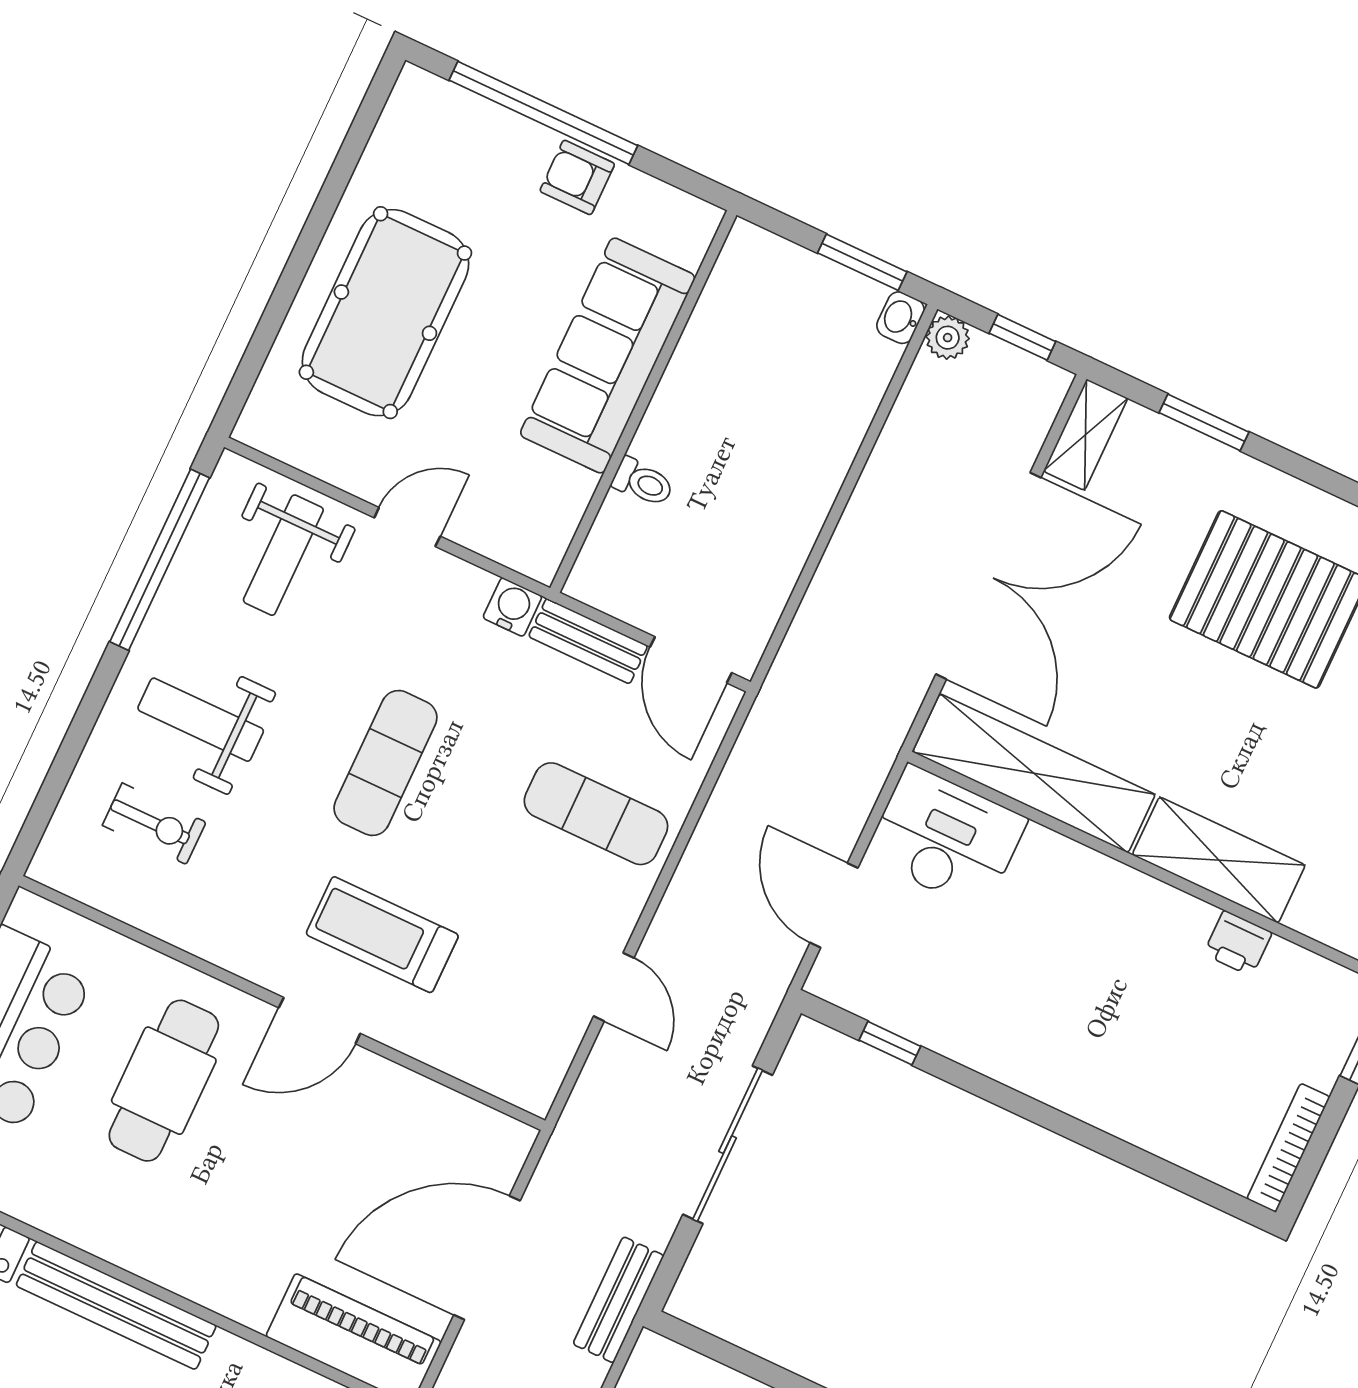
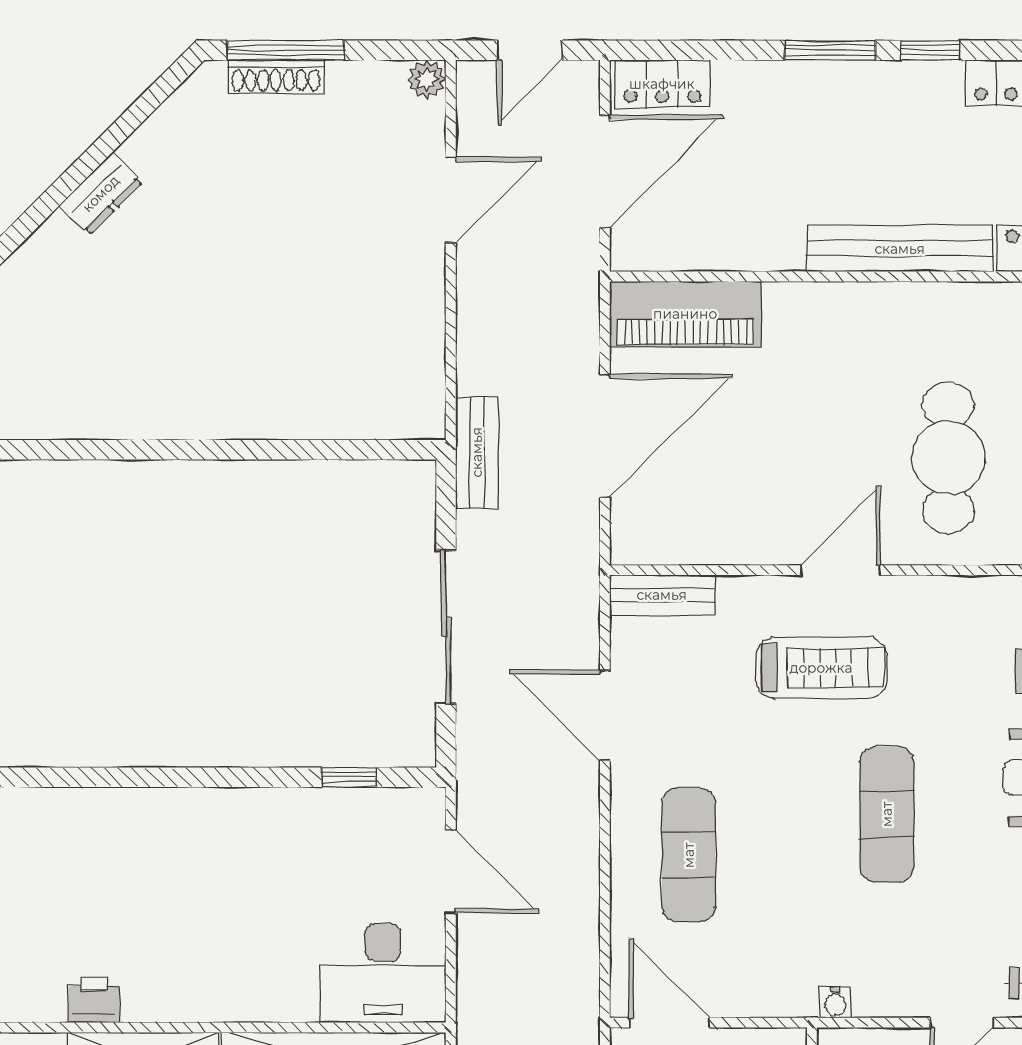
water cooler: (512, 607) -> (835, 1003), width x0.72, depth x0.72
bench: (588, 641) -> (662, 595), moved
exercise mat: (596, 814) -> (689, 855), turned 90
door: (614, 987) -> (605, 715), width x1.38

